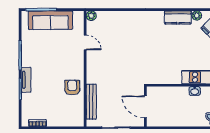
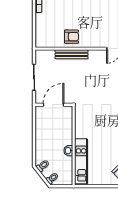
bench: (91, 102) -> (71, 54), moved

